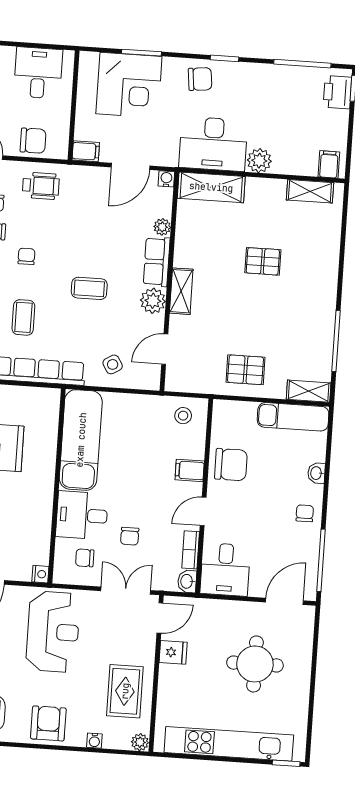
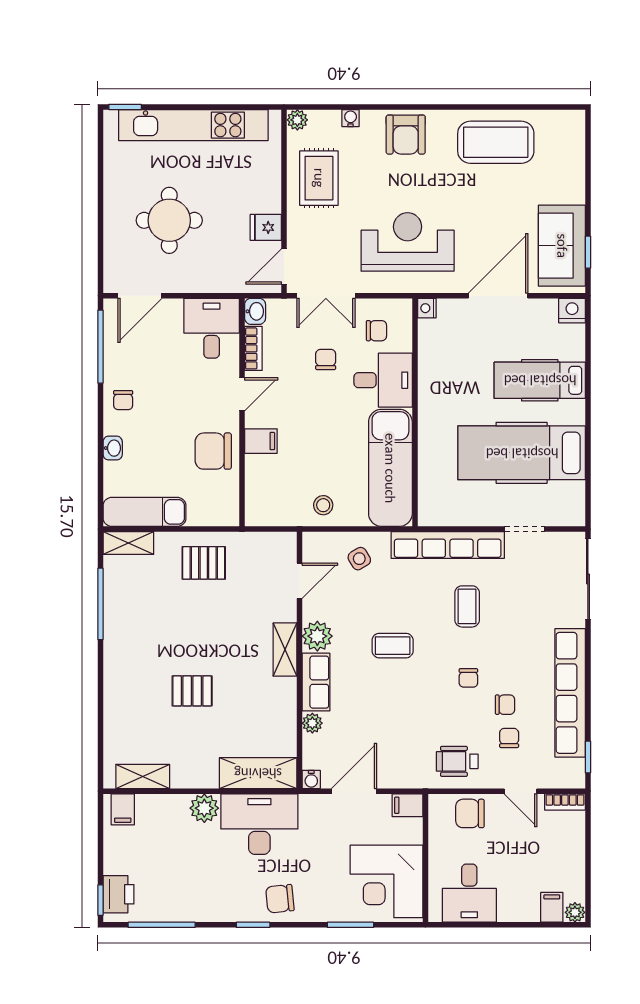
corner desk: (129, 85) -> (387, 881), moved, turned -90
stool: (183, 416) -> (323, 505), moved
reception desk: (53, 632) -> (408, 242), turned 90

